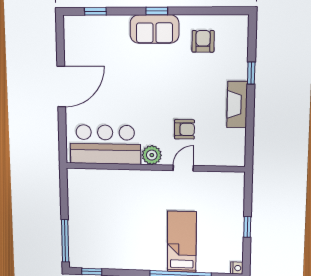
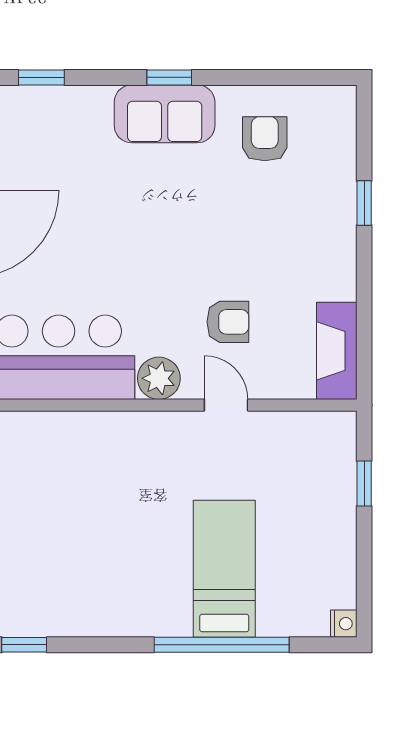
fireplace: (237, 105) -> (337, 351), moved
door: (183, 168) -> (226, 405), hinge flipped
window: (247, 227) -> (364, 484), moved

